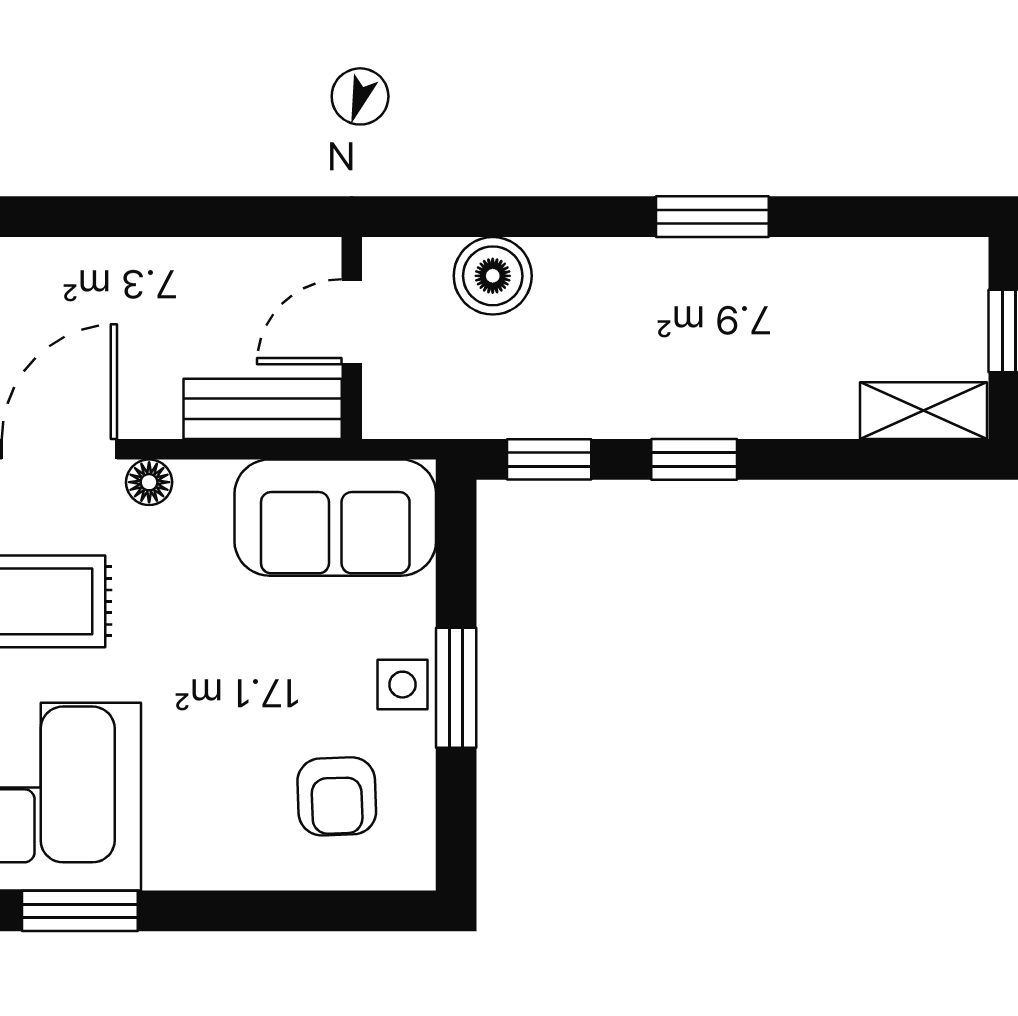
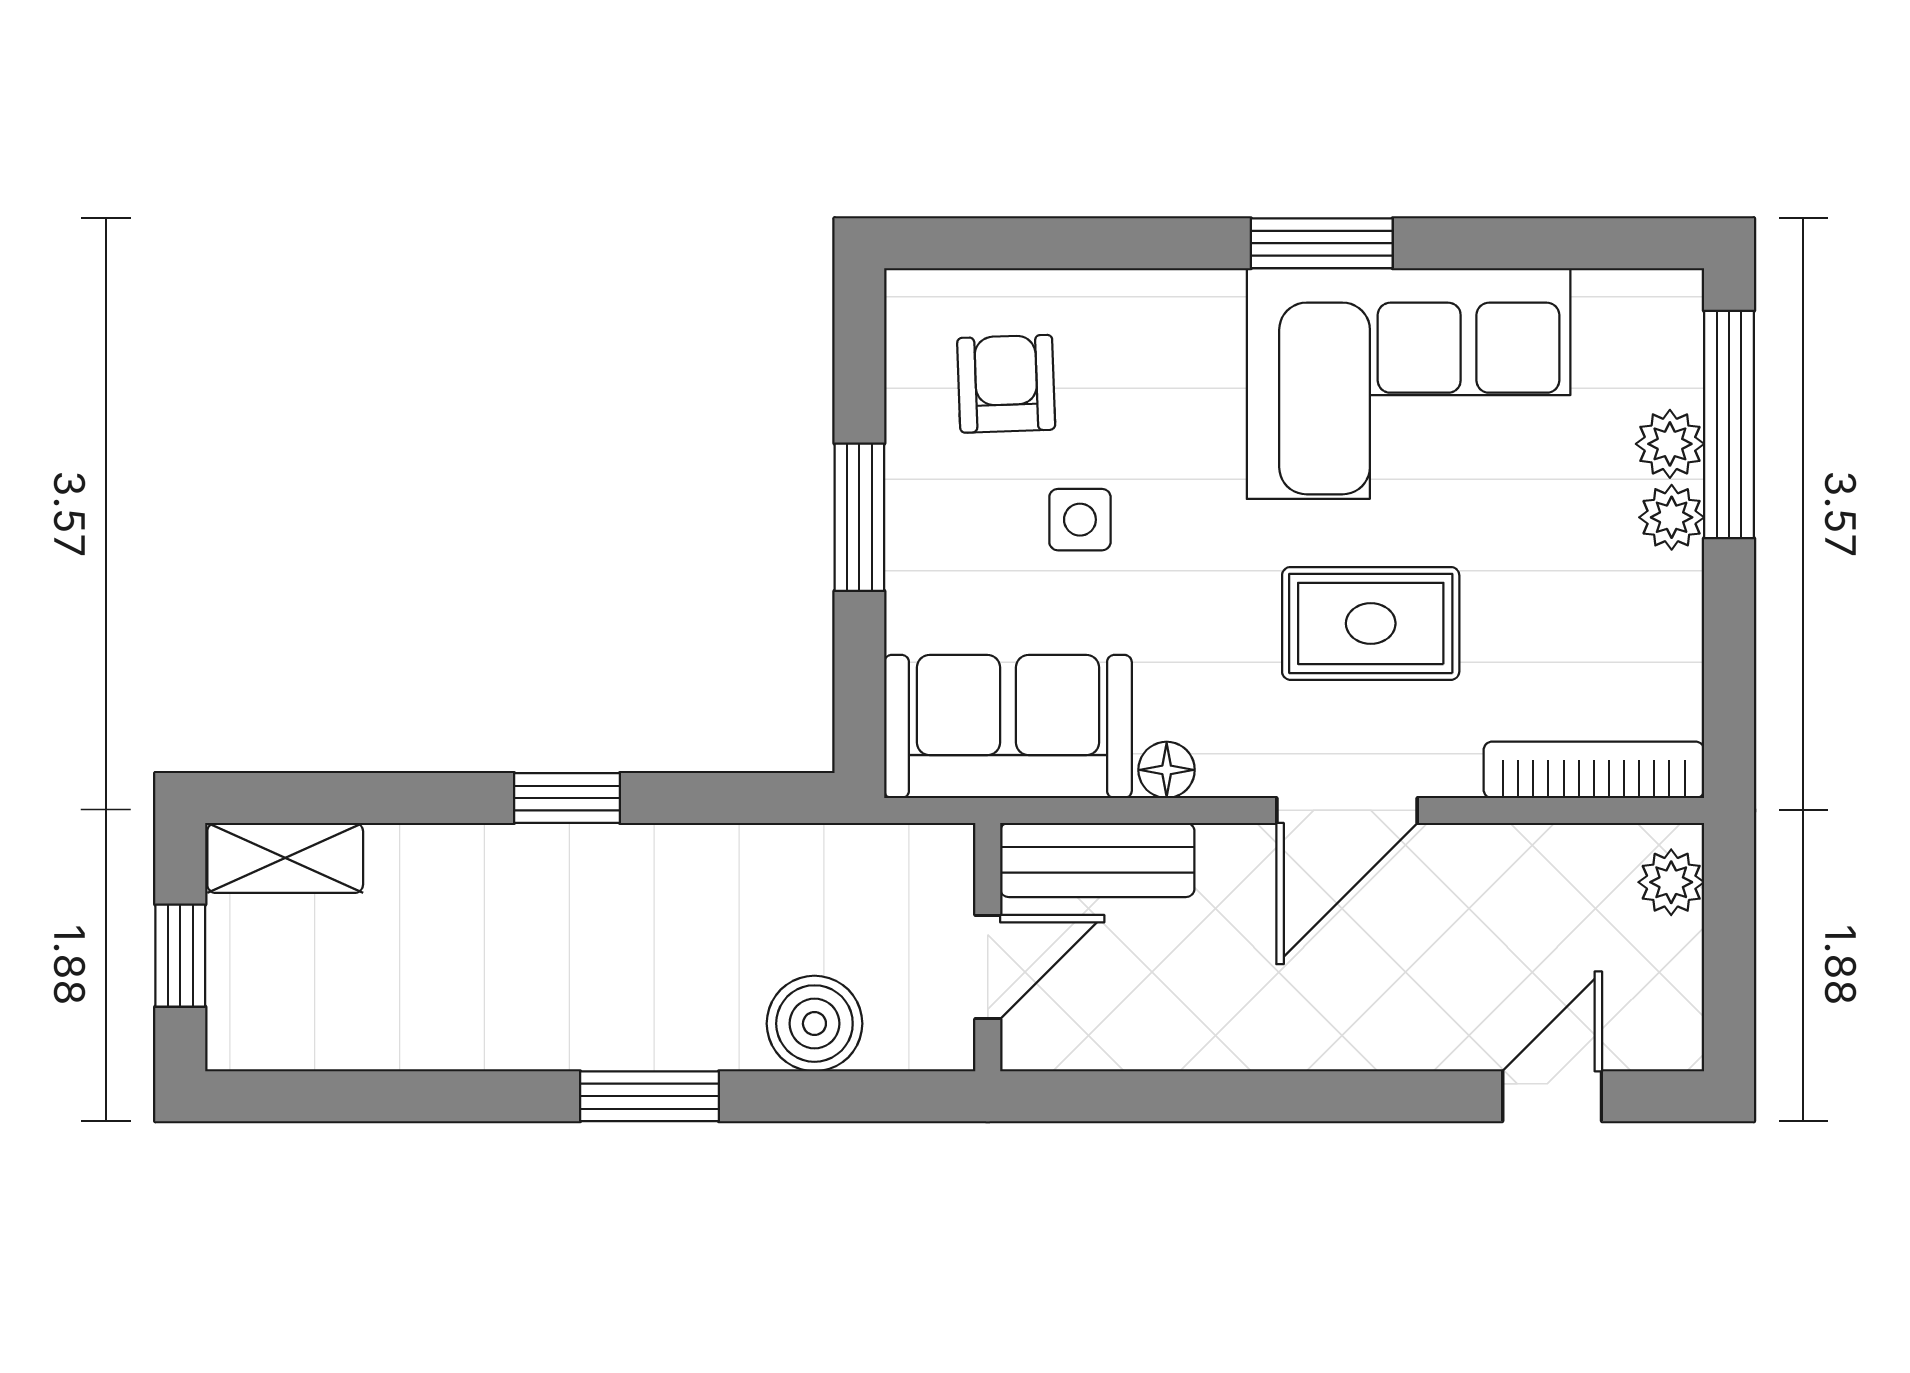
window: (712, 217) -> (650, 1096), moved
window: (549, 459) -> (745, 798), removed
floor lamp: (149, 482) -> (1167, 770), moved
side table: (402, 685) -> (1080, 520), moved

